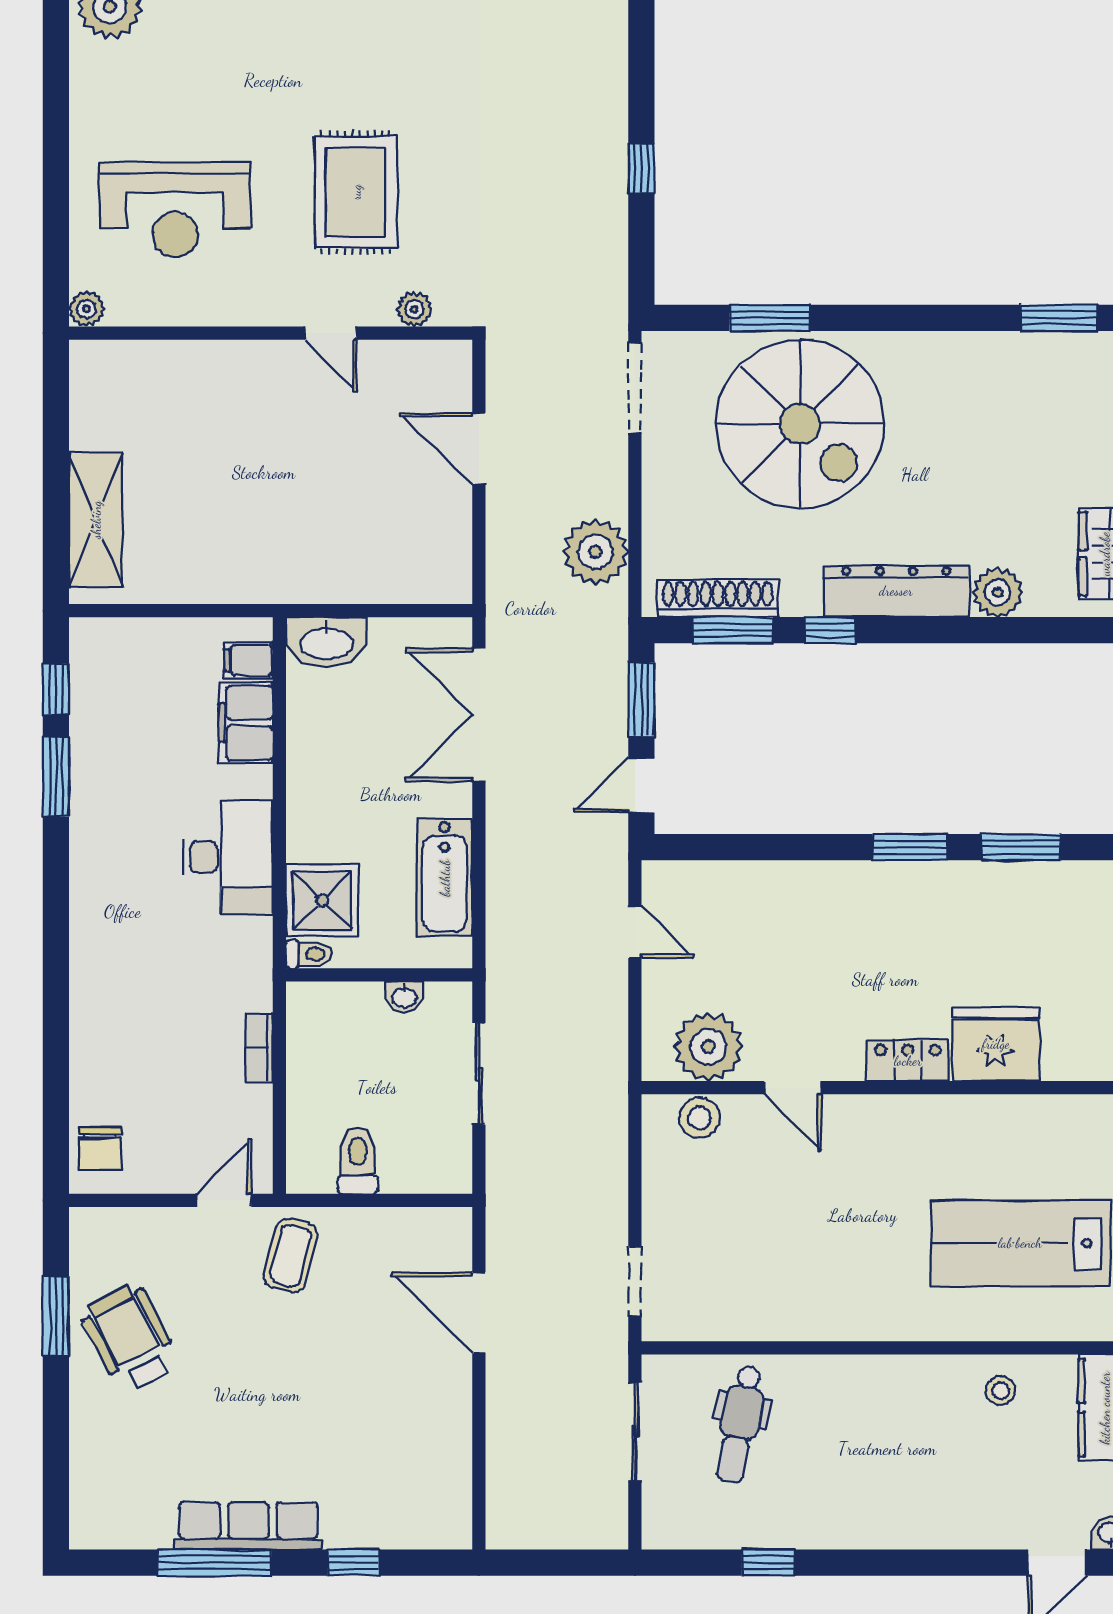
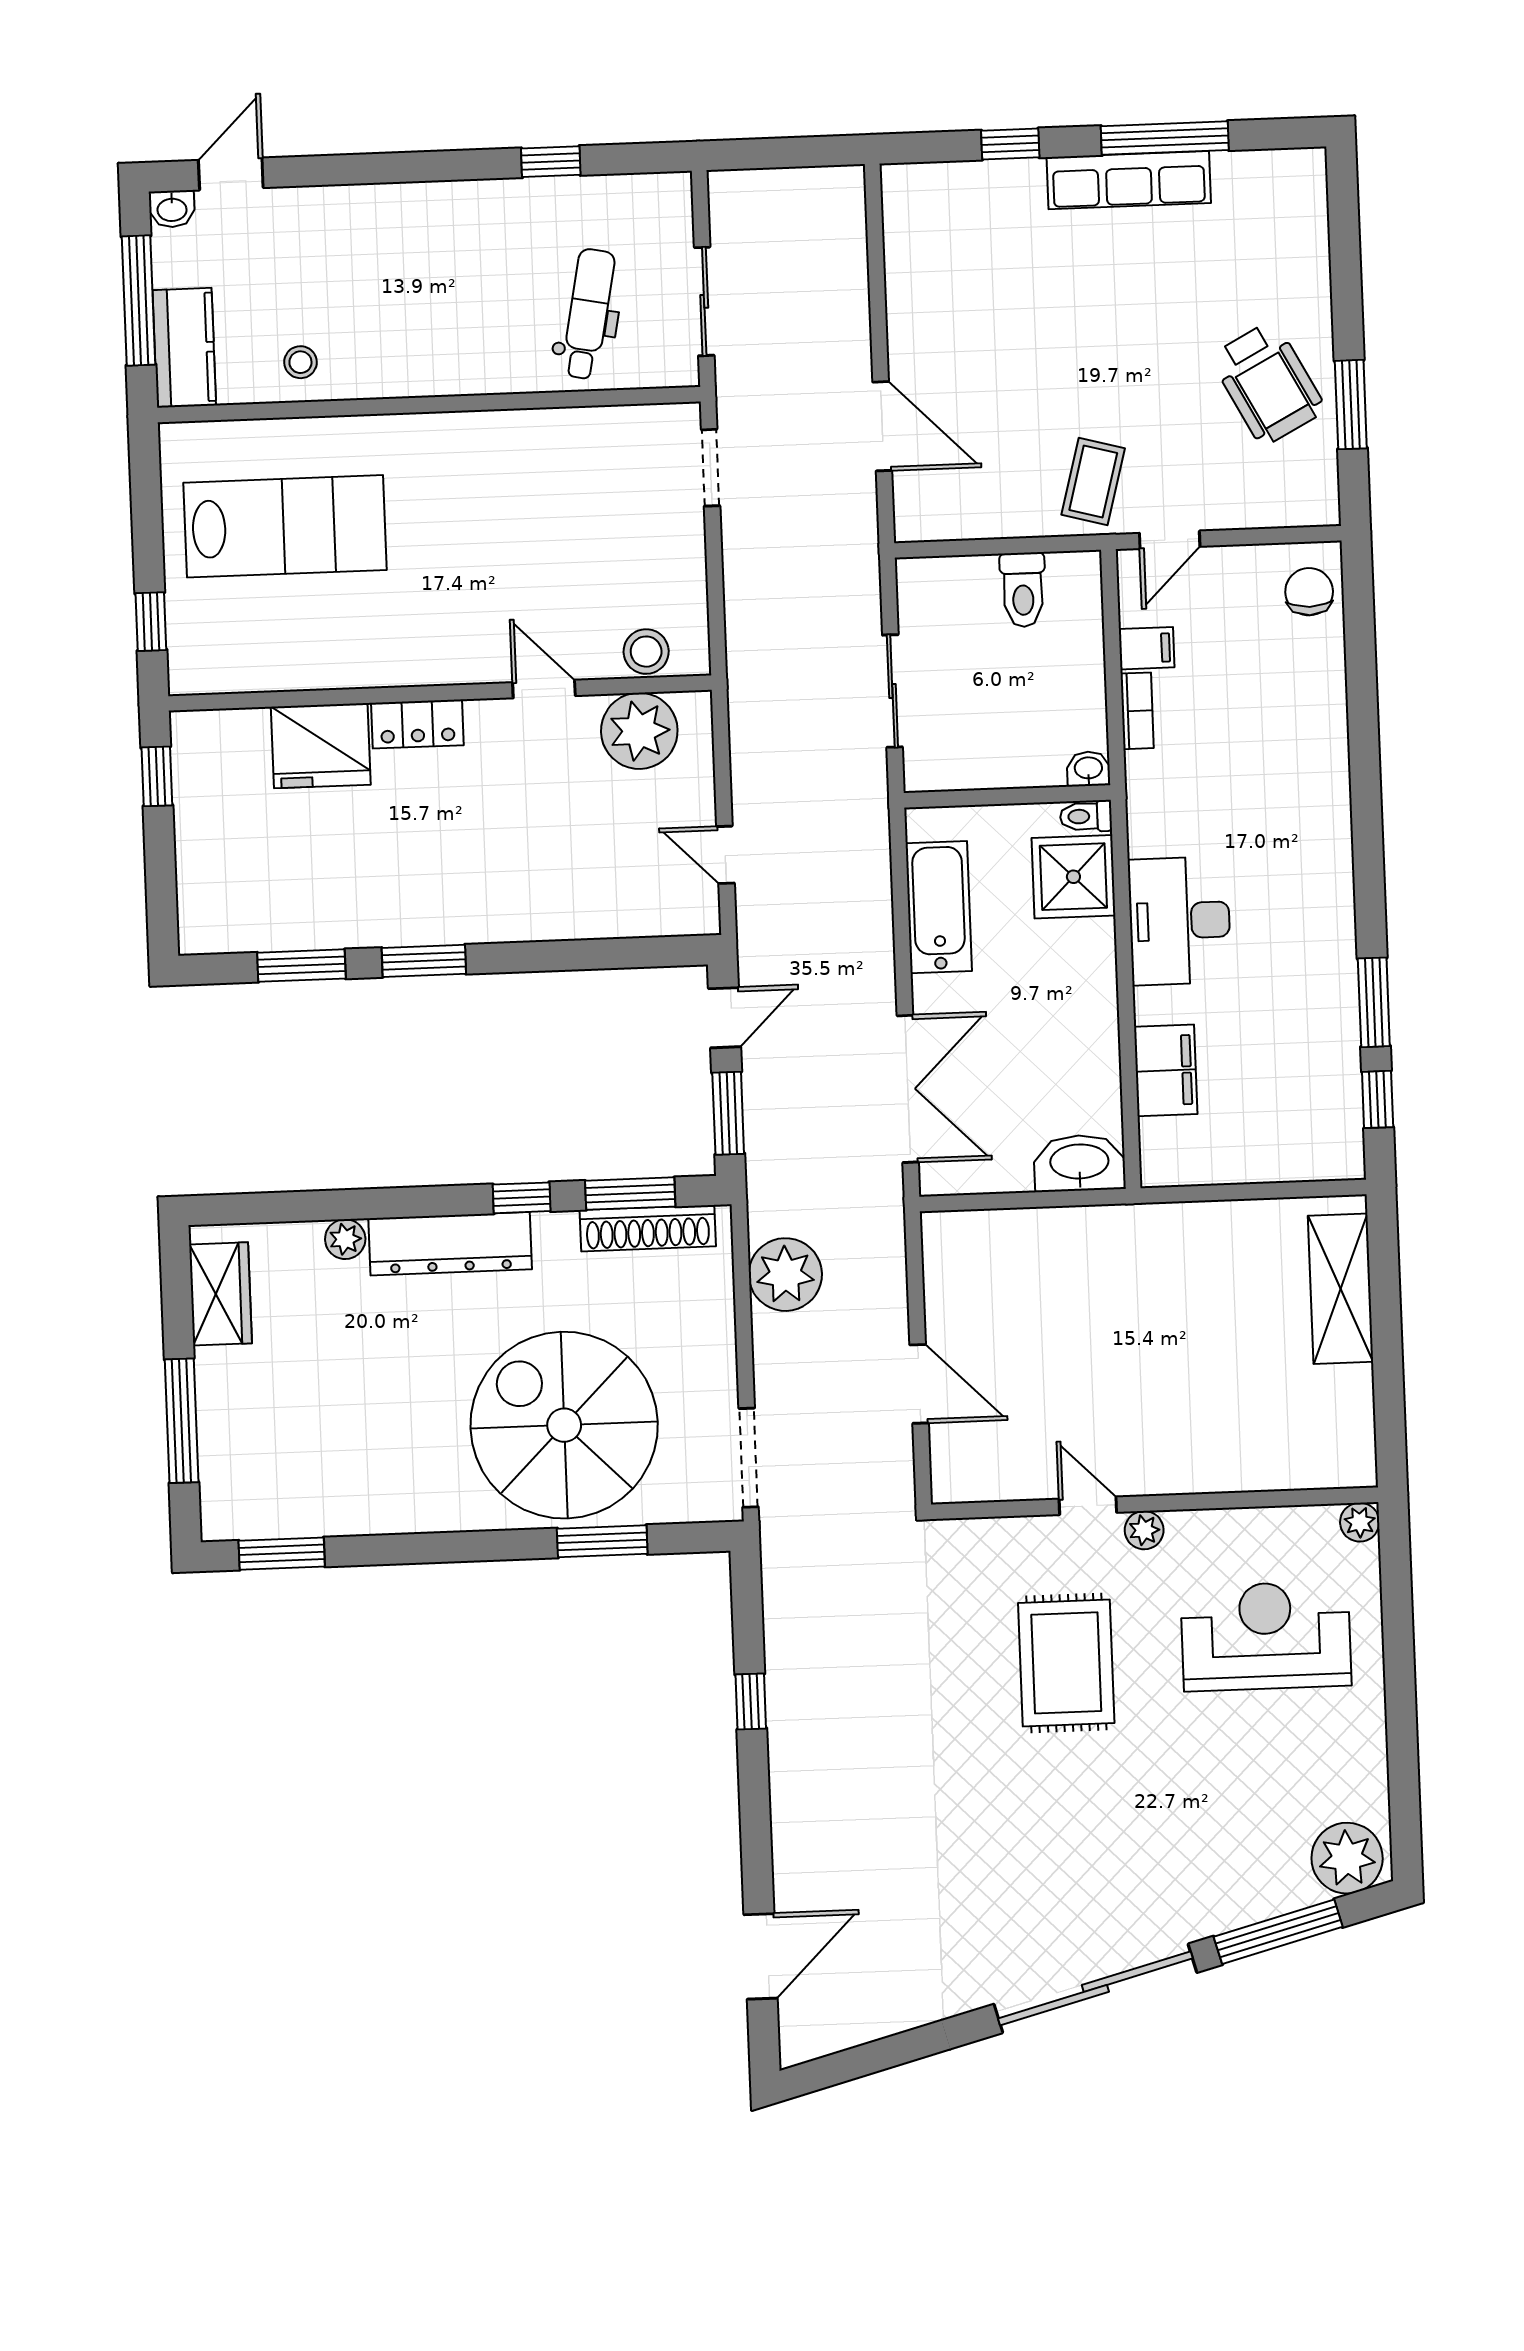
plant: (414, 309) -> (1144, 1530), moved
plant: (998, 592) -> (345, 1239), width x0.73, depth x0.73
filing cabinet: (248, 660) -> (1147, 648), moved
washbasin: (404, 997) -> (1088, 769), moved

